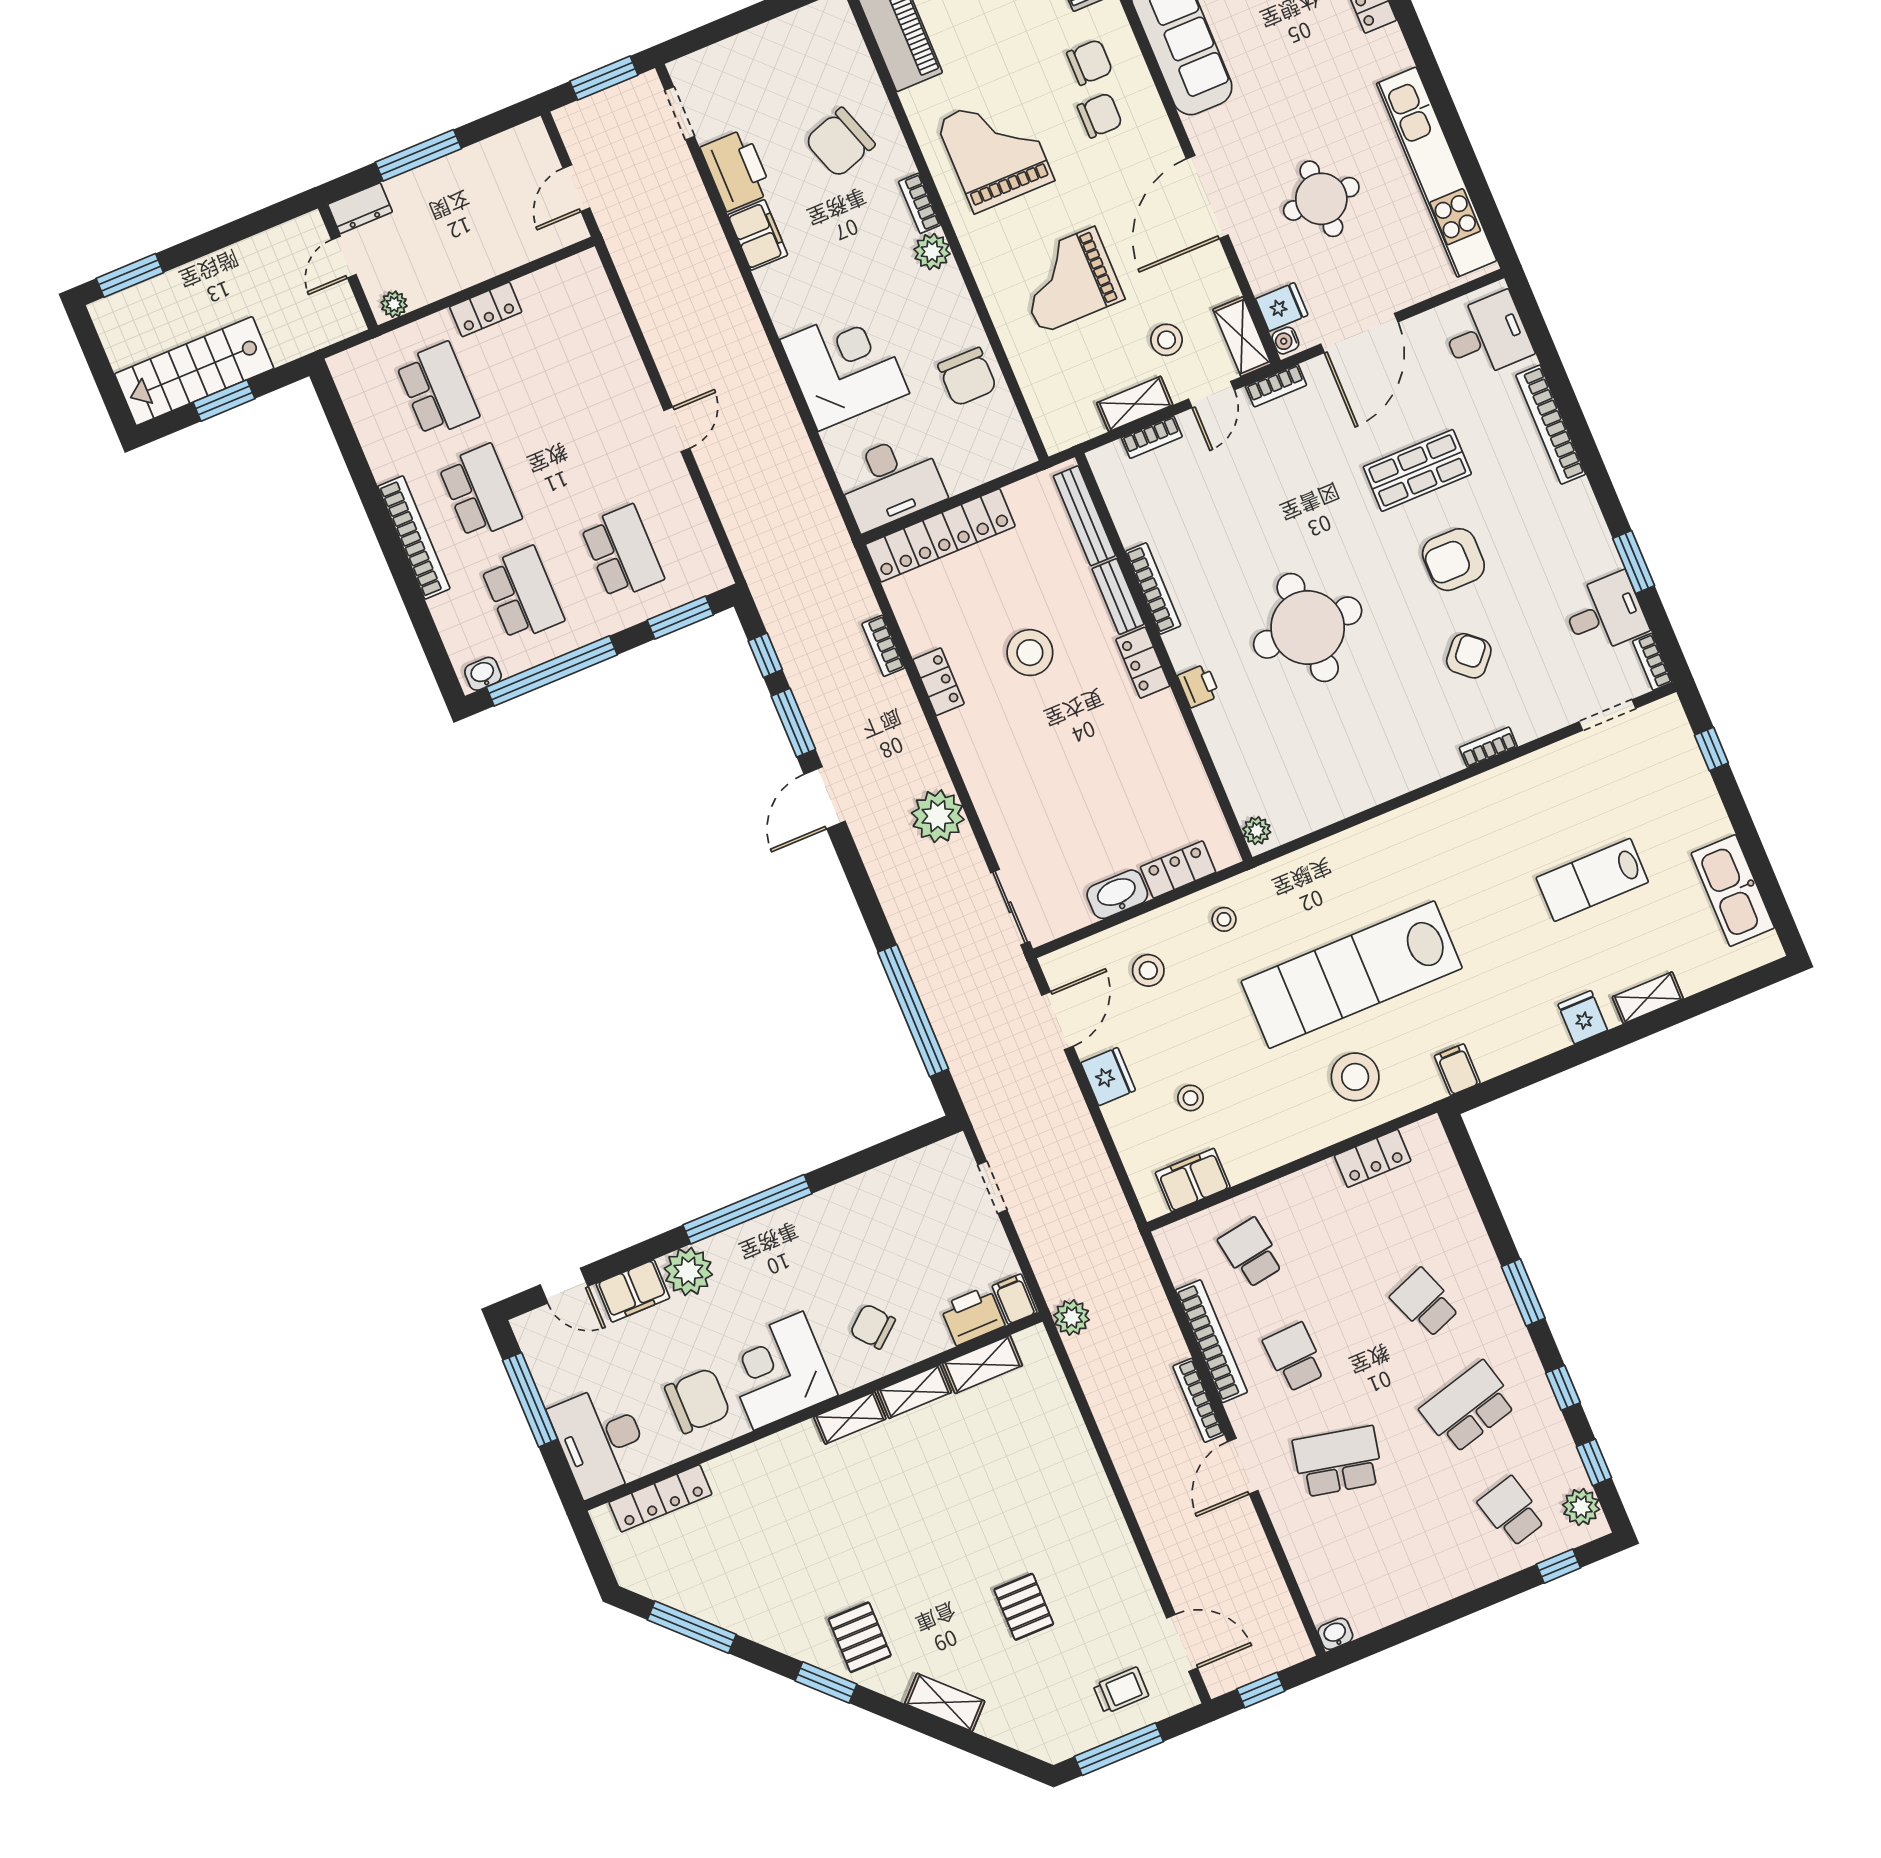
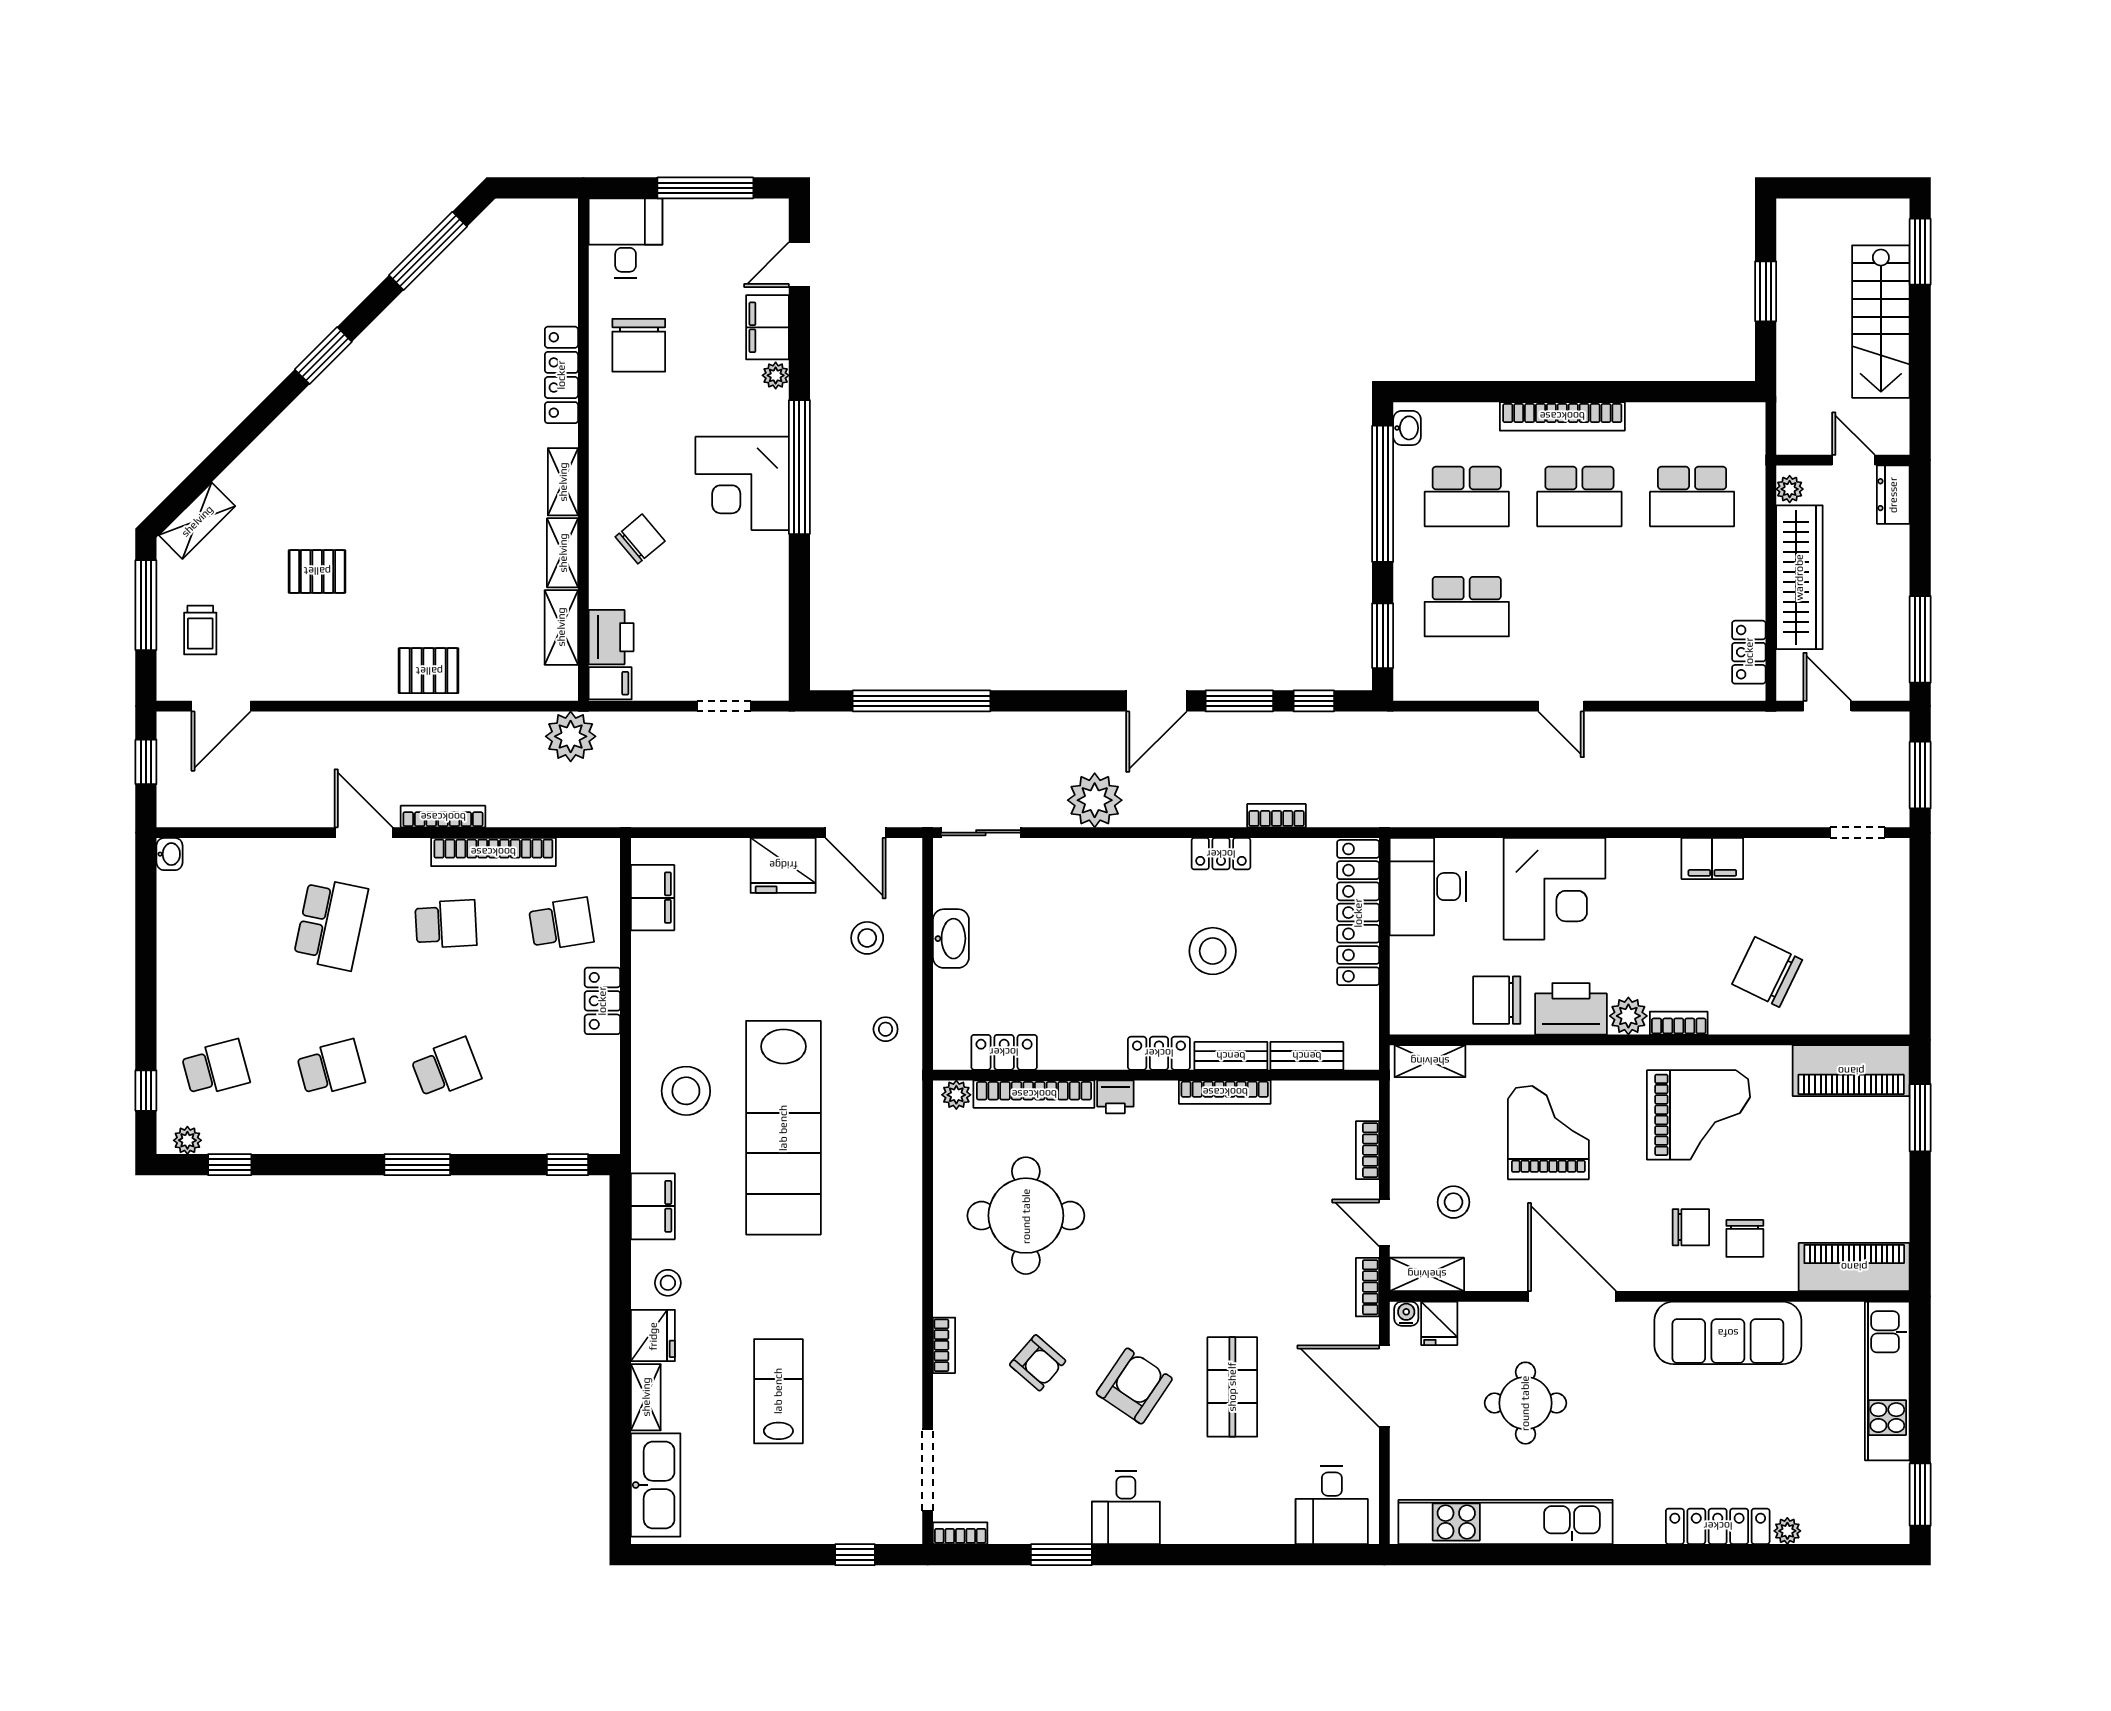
chair: (1100, 115) -> (1691, 1227), turned -90
chair: (840, 143) -> (1767, 972), turned -45
window: (418, 155) -> (1920, 639), moved
printer: (736, 170) -> (1571, 1009), moved, turned 180
wardrobe: (470, 262) -> (1799, 577), added
locker: (486, 309) -> (1749, 652), moved
stairs: (194, 371) -> (1881, 322), moved, turned 180
shelving: (1135, 404) -> (1430, 1061), moved, turned 90
bookcase: (1551, 425) -> (1034, 1094), moved, turned 180
bench: (1084, 516) -> (1307, 1056), width x0.73
armchair: (1453, 560) -> (1134, 1386), turned 34
desk: (1605, 613) -> (1126, 1507), moved
round table: (1308, 628) -> (1026, 1216), moved
doorway: (1607, 715) -> (928, 1470), width x1.38
door: (825, 798) -> (1156, 701), swing flipped
locker: (1178, 870) -> (1004, 1052), moved, turned -90
kitchen sink: (1733, 891) -> (656, 1485), moved, turned 90
lab bench: (1352, 975) -> (783, 1128), turned 180
fridge: (1583, 1017) -> (653, 1336), width x1.38
filing cabinet: (1457, 1070) -> (653, 1206), width x2.00
fridge: (1108, 1077) -> (783, 865), width x1.36, depth x1.34
stool: (1191, 1098) -> (668, 1283), moved
locker: (1373, 1158) -> (602, 1001), moved
plant: (688, 1271) -> (776, 375), width x0.53, depth x0.53
plant: (1072, 1317) -> (571, 736), width x1.36, depth x1.36
corner desk: (778, 1371) -> (742, 483), moved, turned 180
window: (1563, 1388) -> (567, 1165), moved
school desk: (1468, 1407) -> (331, 1068), width x0.54
desk: (601, 1441) -> (626, 238), width x0.73
locker: (660, 1498) -> (561, 375), moved
plant: (1581, 1507) -> (187, 1140), width x0.73, depth x0.73
pallet: (860, 1637) -> (429, 671), moved
shelving: (945, 1702) -> (197, 521), moved

